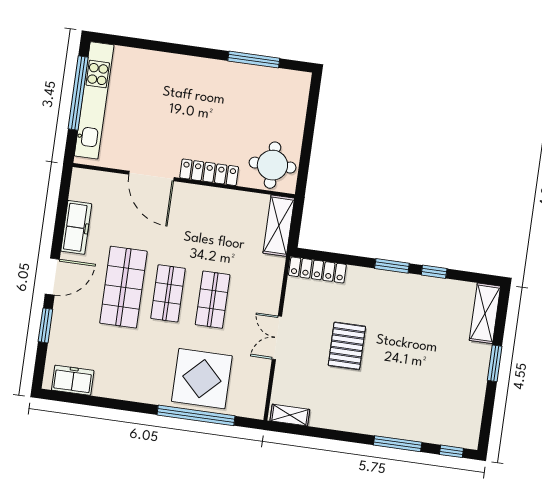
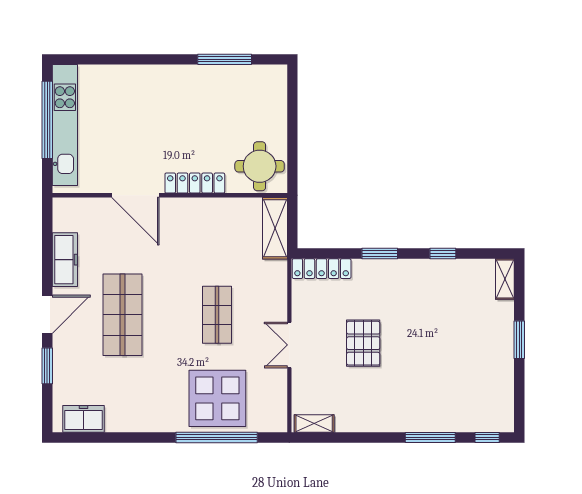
window: (392, 266) -> (380, 254), moved
shop shelf: (168, 293) -> (170, 315), removed
shelving: (485, 313) -> (505, 279), width x0.67, depth x0.75

